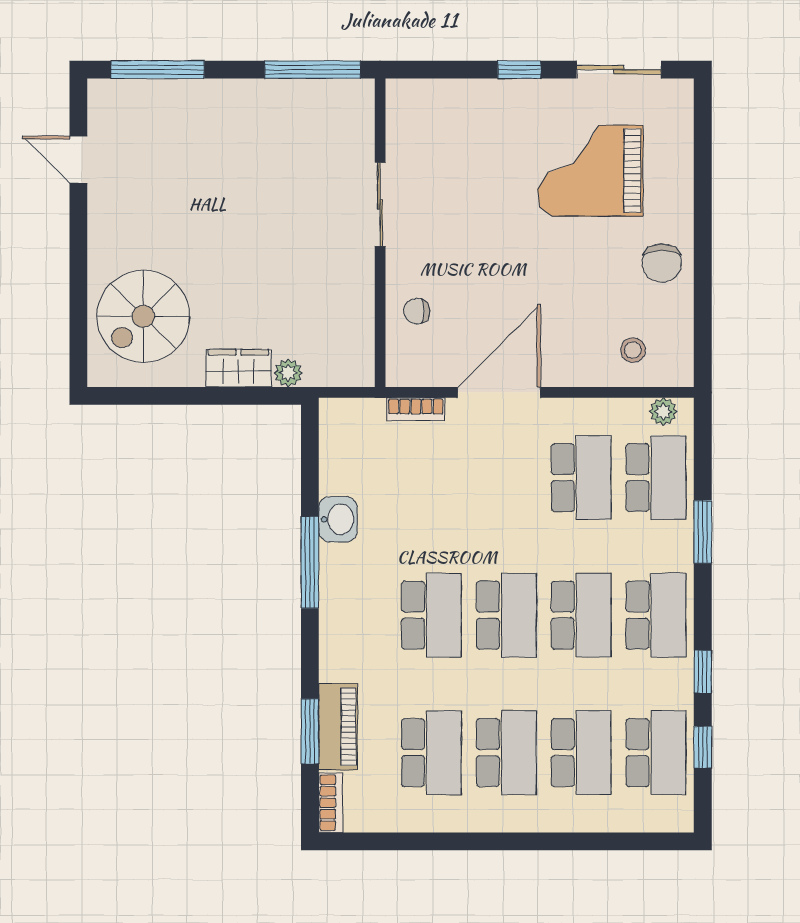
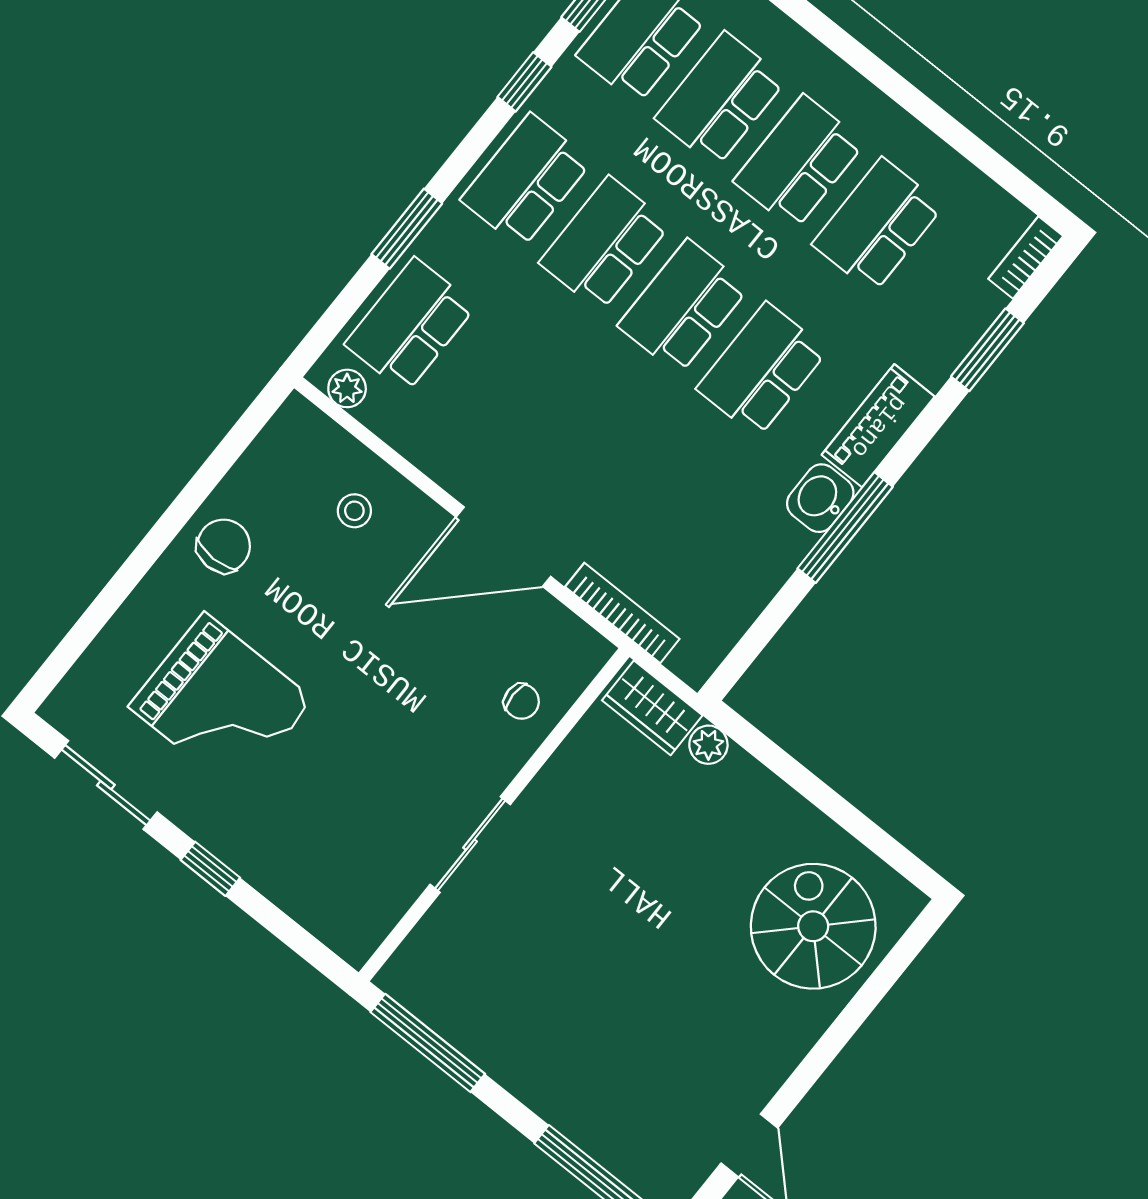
spiral stairs: (143, 316) -> (813, 926), turned -90
stool: (633, 350) -> (354, 511), moved
wardrobe: (239, 368) -> (652, 708), moved
bookcase: (416, 409) -> (622, 613), width x1.56
school desk: (581, 478) -> (489, 388), removed
washbasin: (338, 519) -> (820, 498), moved
piano: (338, 727) -> (878, 426), moved

